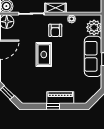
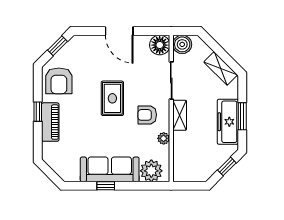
rug: (44, 55) -> (112, 98), turned 90
armchair: (32, 92) -> (59, 81), added

